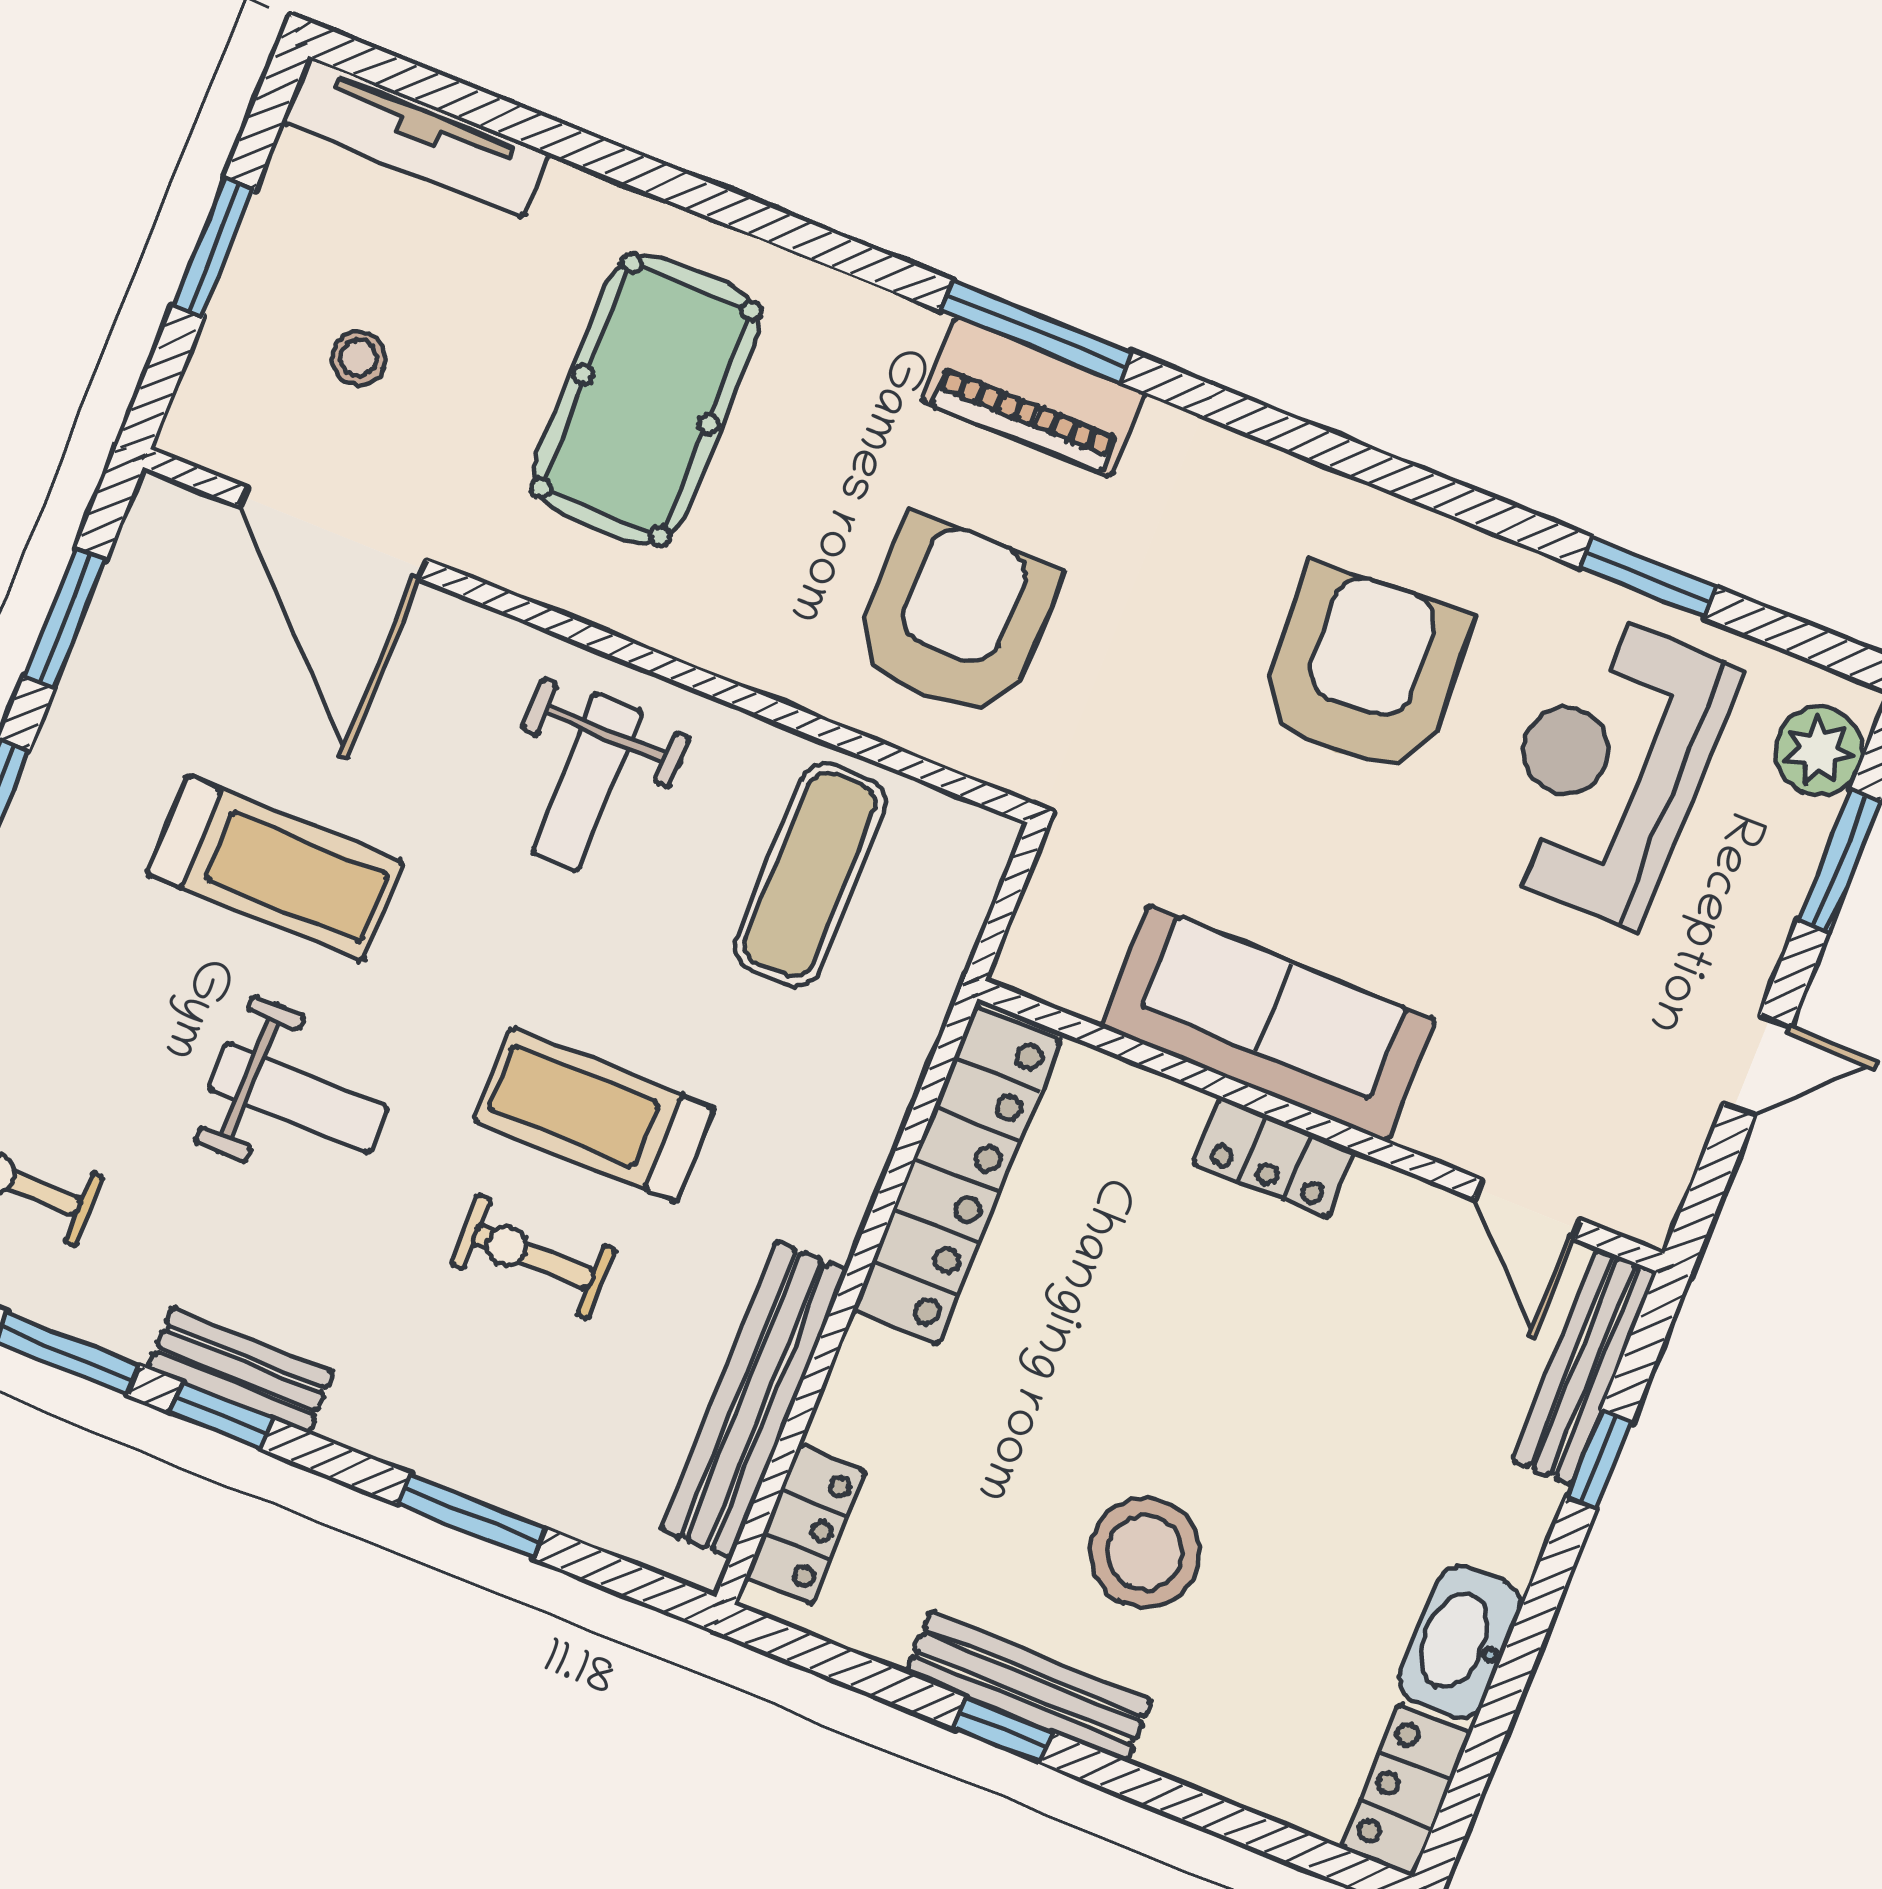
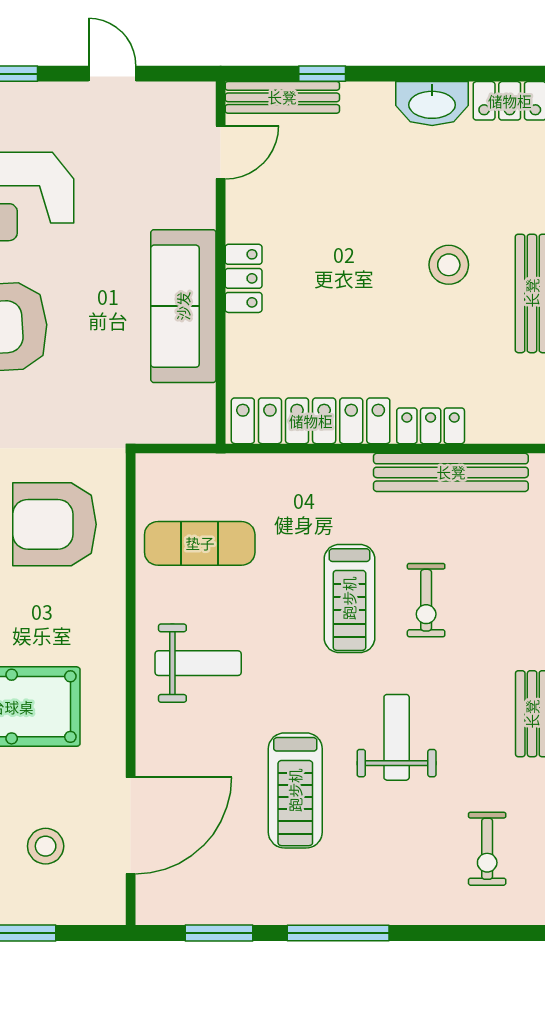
stool: (359, 358) -> (46, 846), width x1.37, depth x1.37
treadmill: (275, 868) -> (295, 790), turned 180
locker: (805, 1525) -> (431, 426), moved
stool: (1145, 1552) -> (449, 265), width x0.73, depth x0.73

